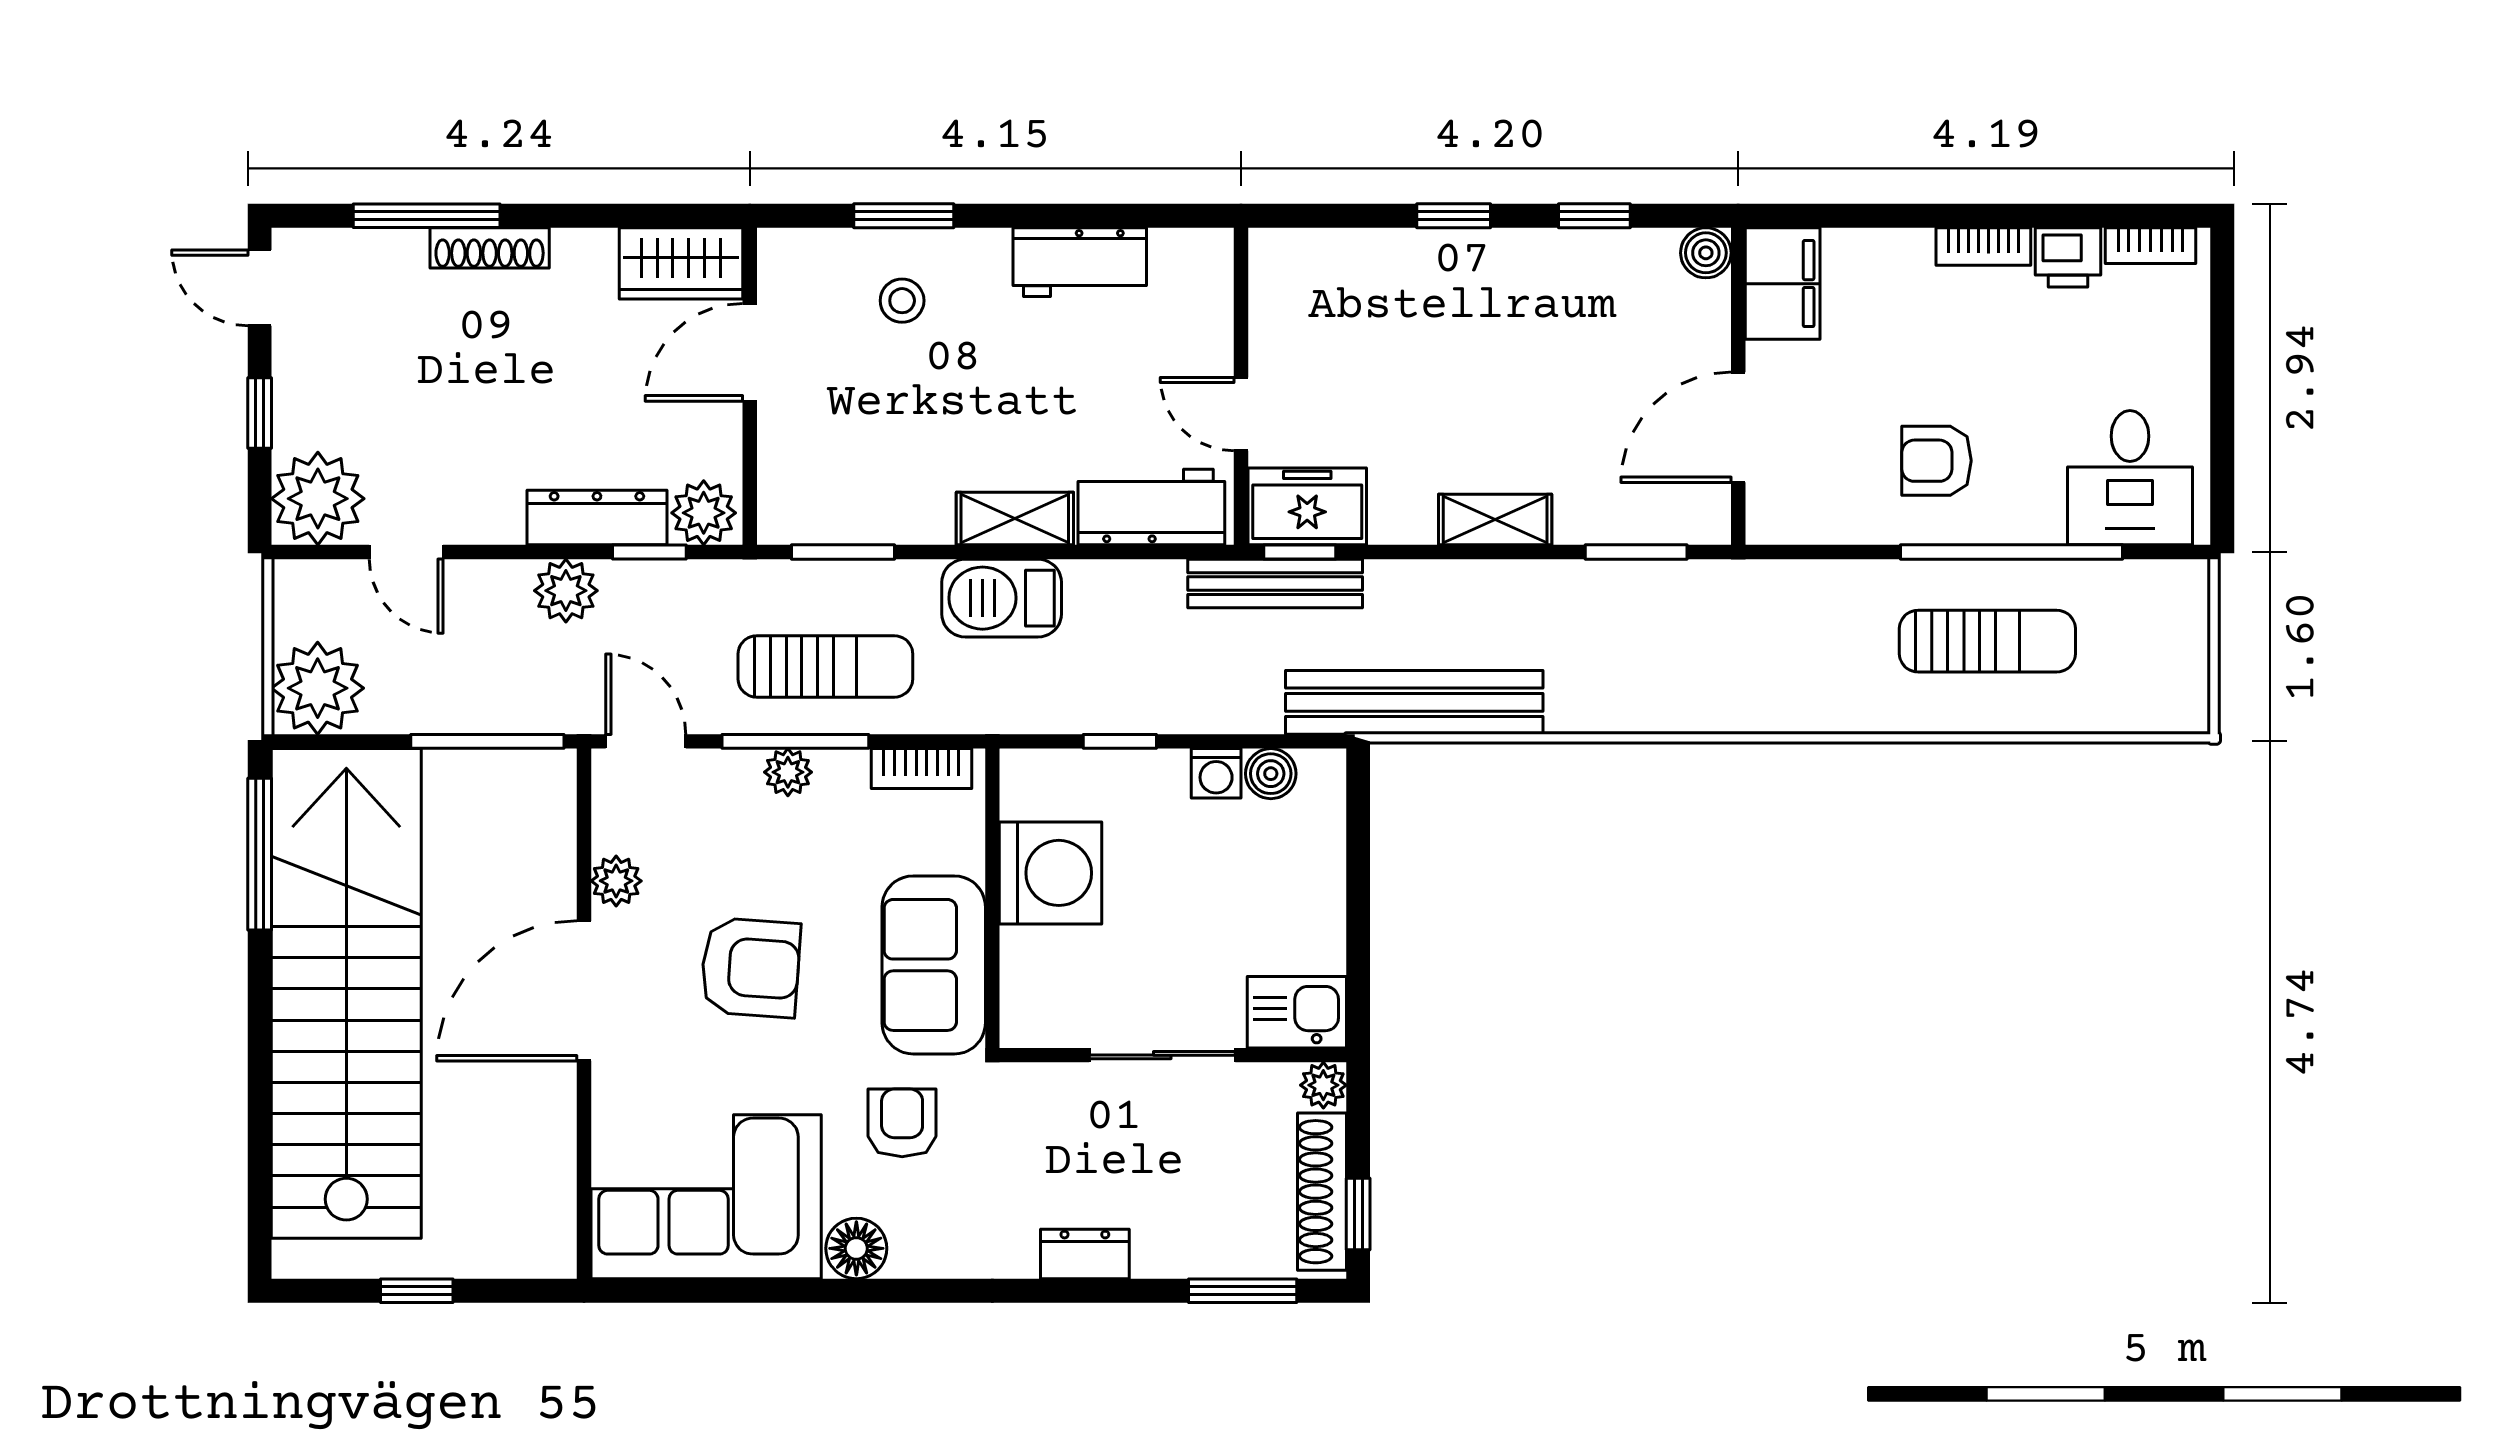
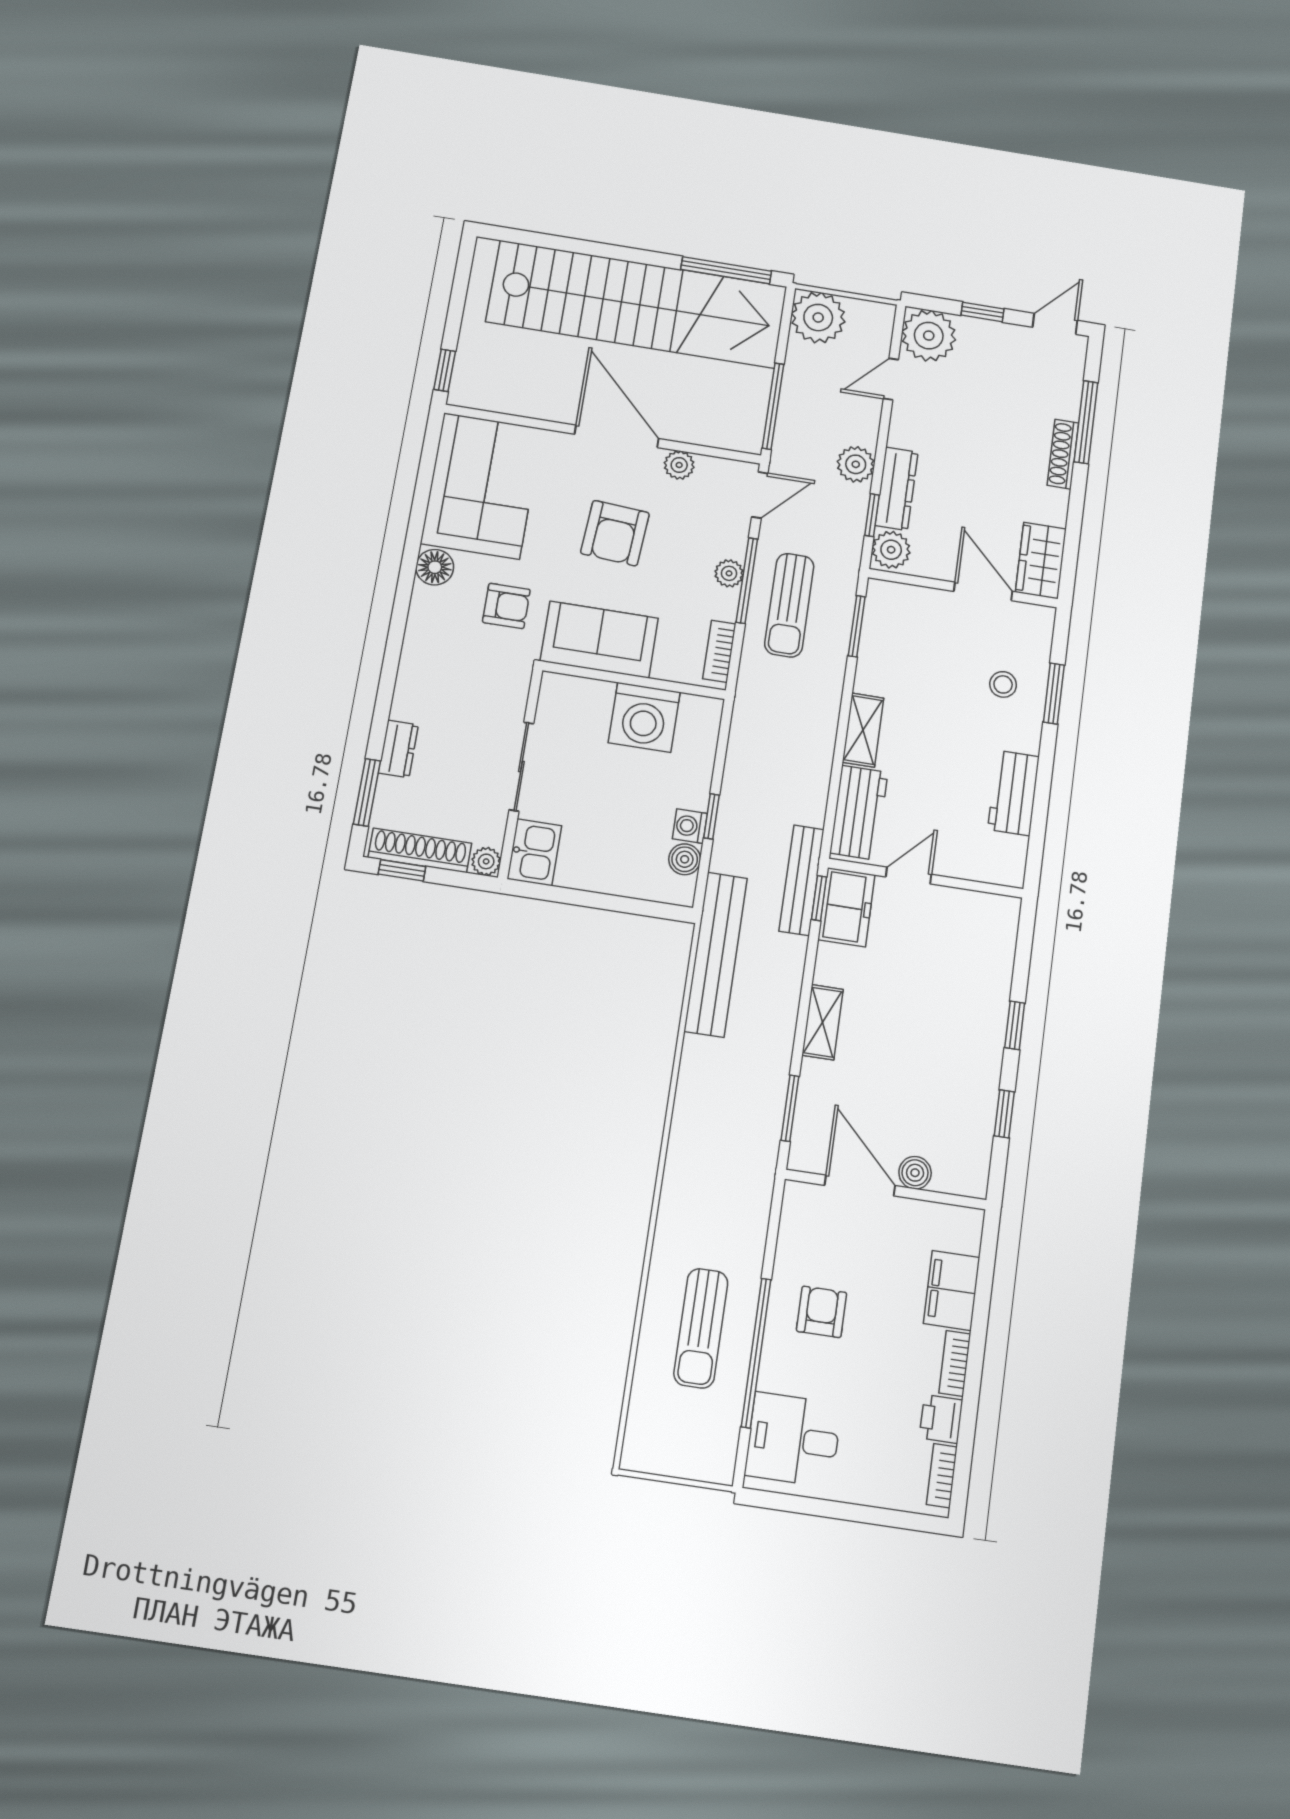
boiler: (1706, 253) -> (915, 1173), moved
filing cabinet: (1783, 284) -> (952, 1290), moved, turned 90
barbecue: (1002, 598) -> (816, 715), removed
window: (1120, 741) -> (711, 816), moved
dresser: (1085, 1254) -> (398, 749), moved
window: (417, 1291) -> (445, 370), moved

